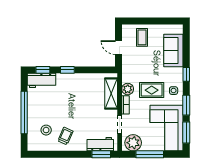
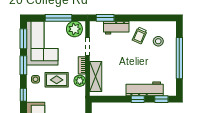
workbench: (41, 80) -> (145, 89), moved, width x1.38
workbench: (100, 144) -> (116, 28), moved

